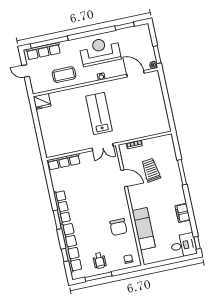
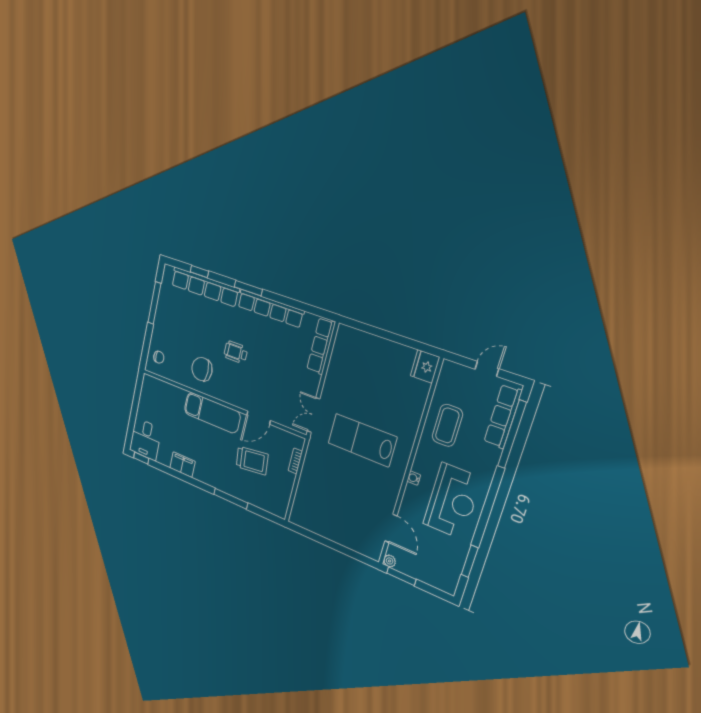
door: (135, 74) -> (391, 528), hinge flipped
lab bench: (99, 113) -> (362, 440), turned 180
row of seats: (62, 207) -> (270, 308), width x1.36
exam couch: (144, 229) -> (212, 413), moved
wheelchair: (99, 261) -> (236, 352), moved

